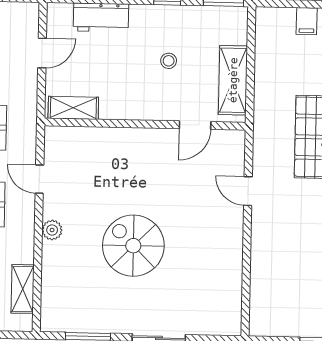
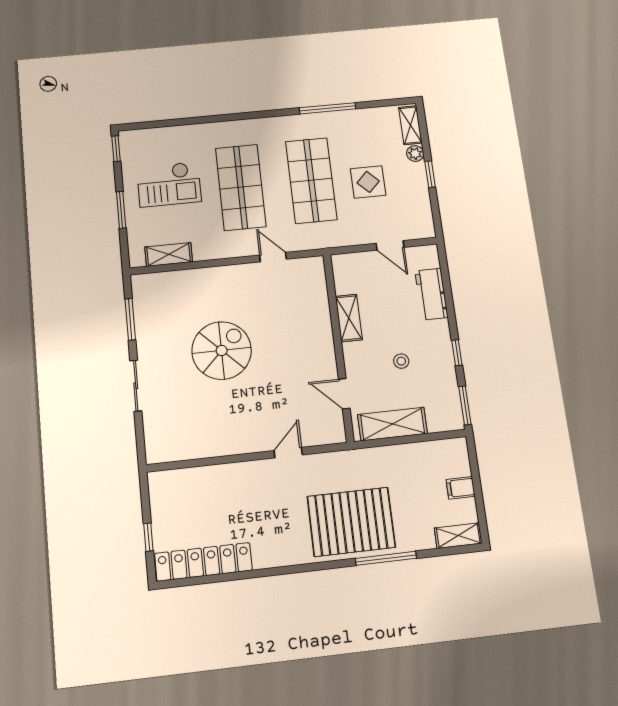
shelving: (73, 108) -> (349, 318), moved
door: (39, 179) -> (273, 257), hinge flipped
plant: (52, 230) -> (227, 274), removed

